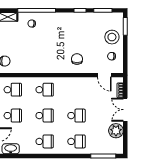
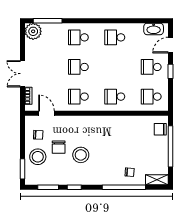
stool: (74, 39) -> (81, 155), added
chair: (77, 59) -> (59, 147), moved
double door: (125, 110) -> (23, 74), swing flipped
school desk: (45, 116) -> (78, 97), moved
plant: (116, 131) -> (33, 31), moved

